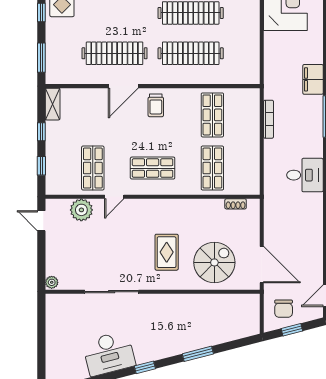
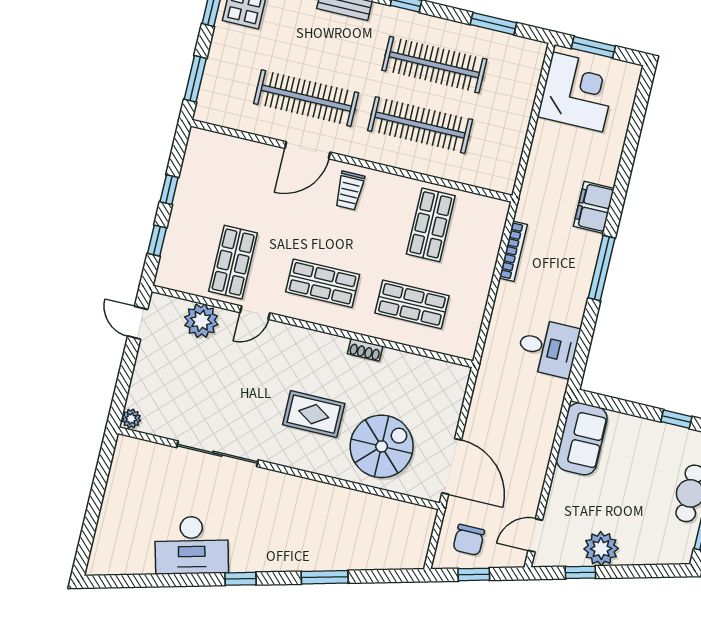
shelving: (53, 104) -> (196, 152), removed
shop shelf: (212, 168) -> (412, 304), turned 90
shoe rack: (236, 204) -> (365, 350), moved
rug: (167, 252) -> (314, 414), turned 90

